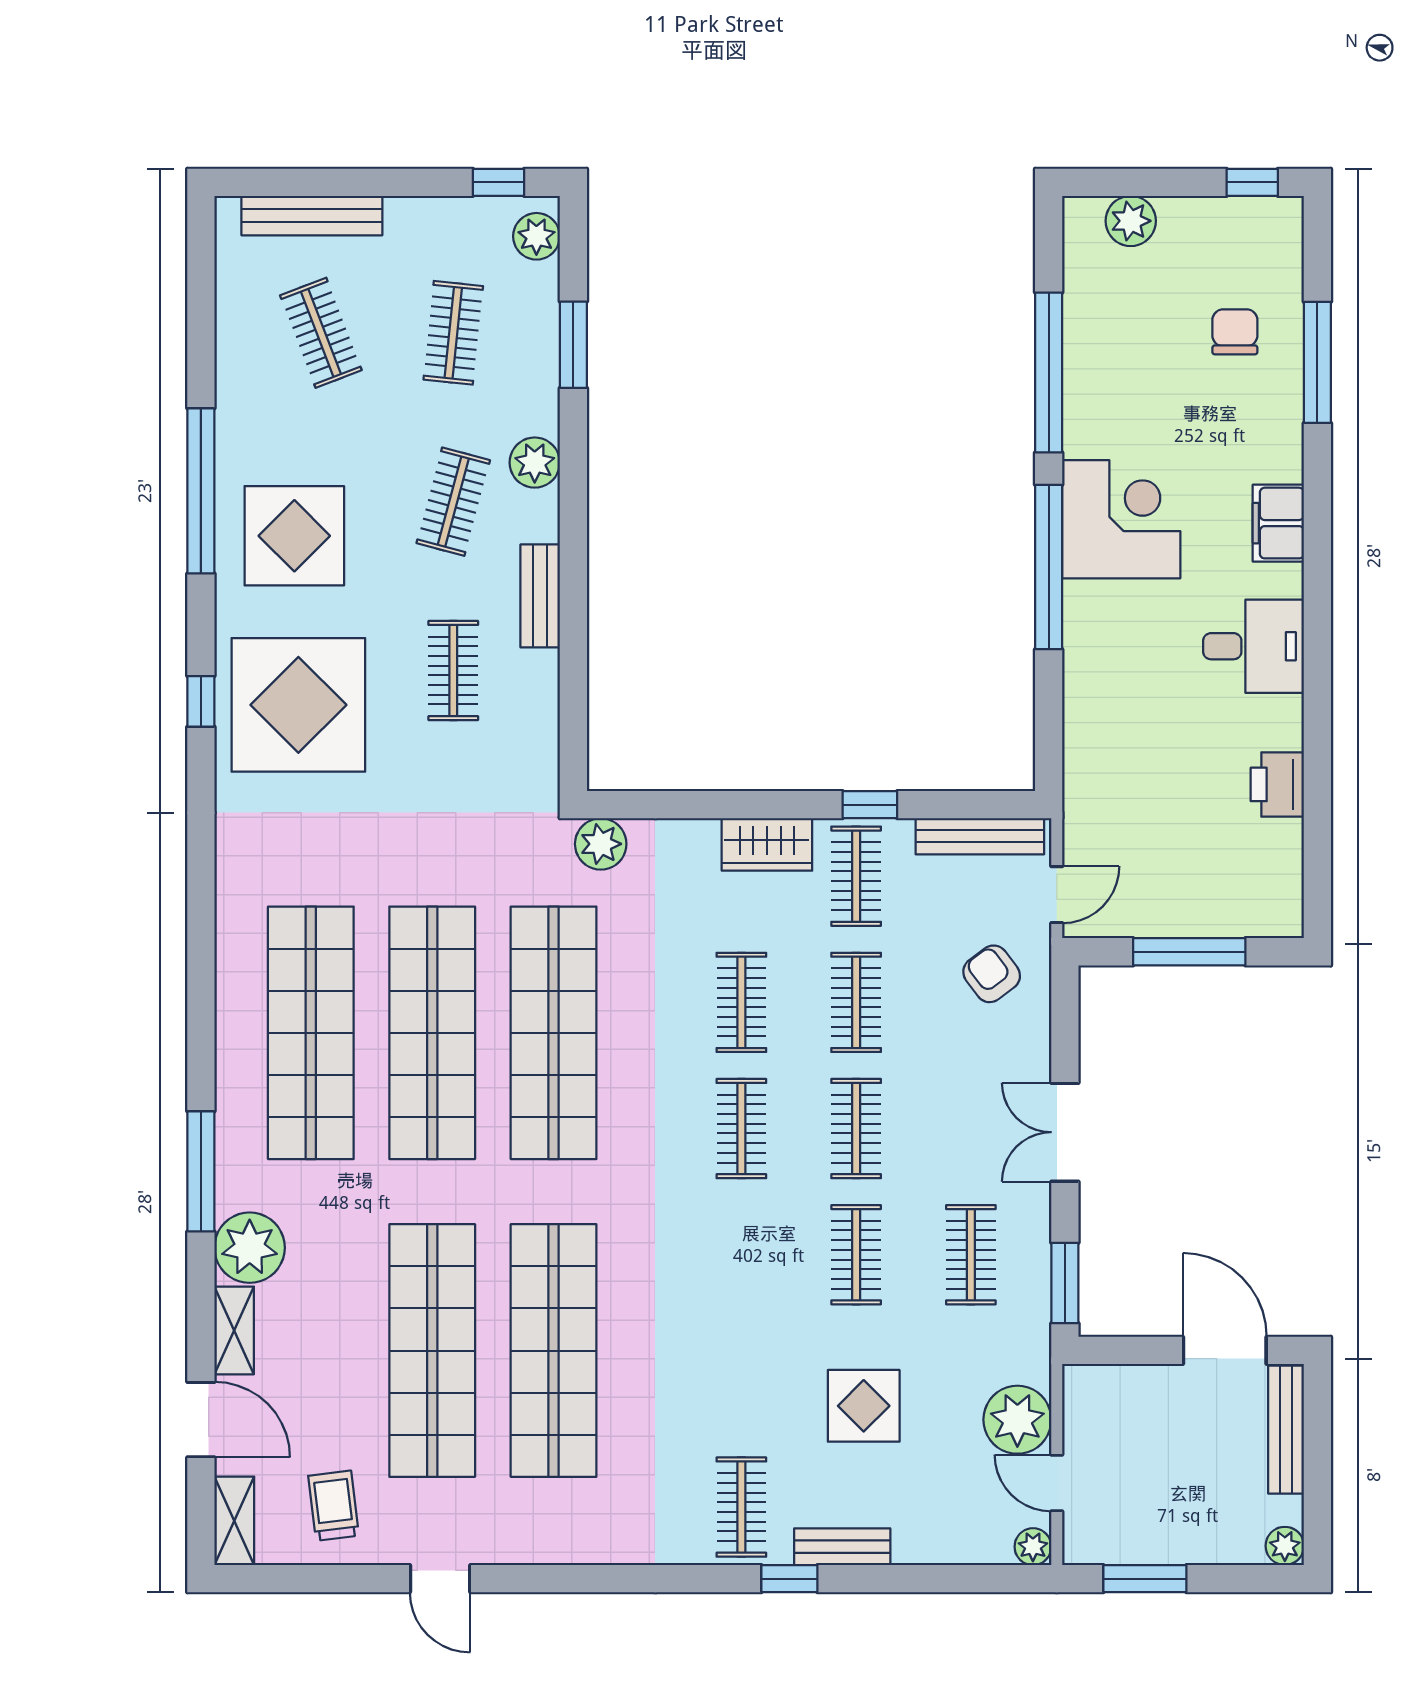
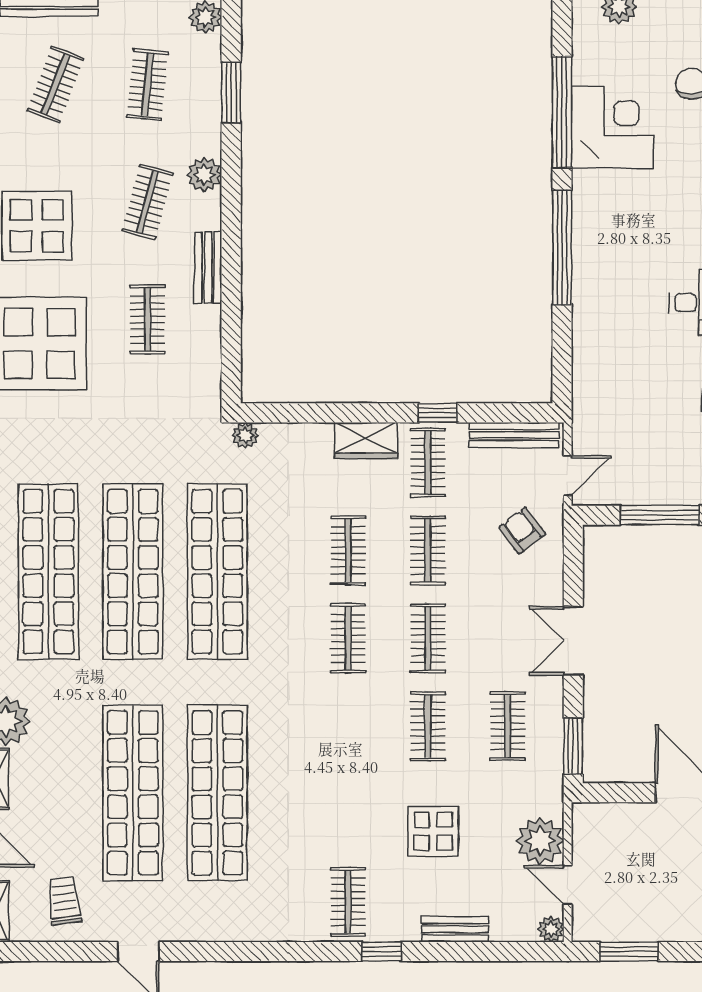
clothes rail: (321, 333) -> (55, 84), turned 42
corner desk: (1121, 519) -> (612, 127), moved
plant: (601, 844) -> (245, 435), width x0.73, depth x0.73
bench: (842, 1547) -> (455, 929), moved

